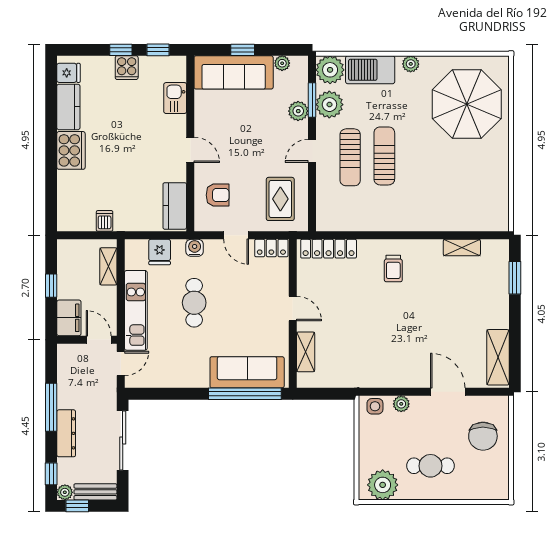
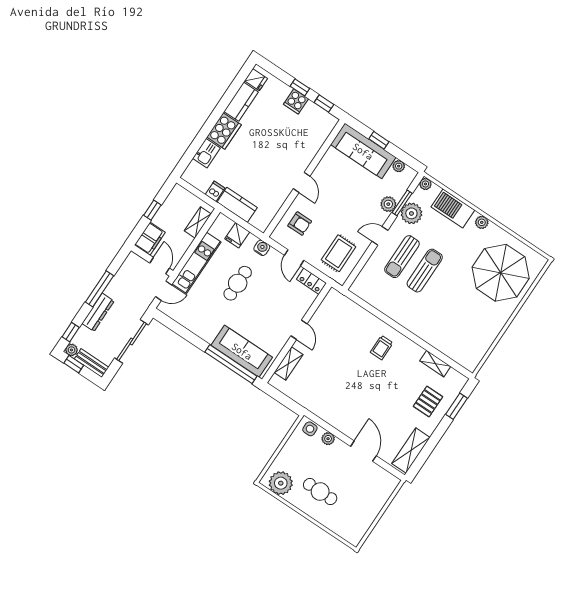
plant: (330, 70) -> (425, 184), width x0.53, depth x0.53
kitchen sink: (175, 98) -> (206, 153), moved, turned 180
kitchen counter: (175, 206) -> (237, 205), moved, turned 90
locker: (329, 249) -> (348, 307), removed
pallet: (481, 293) -> (428, 401), added
chair: (483, 436) -> (367, 495), removed

